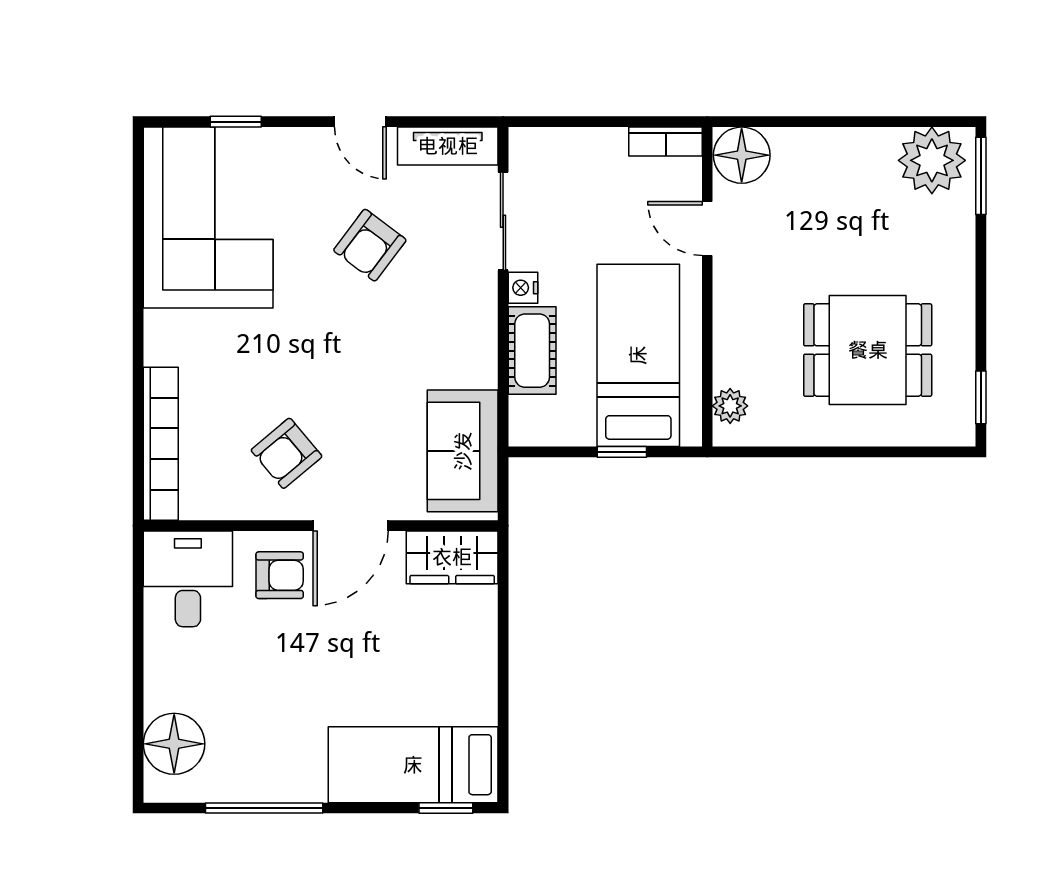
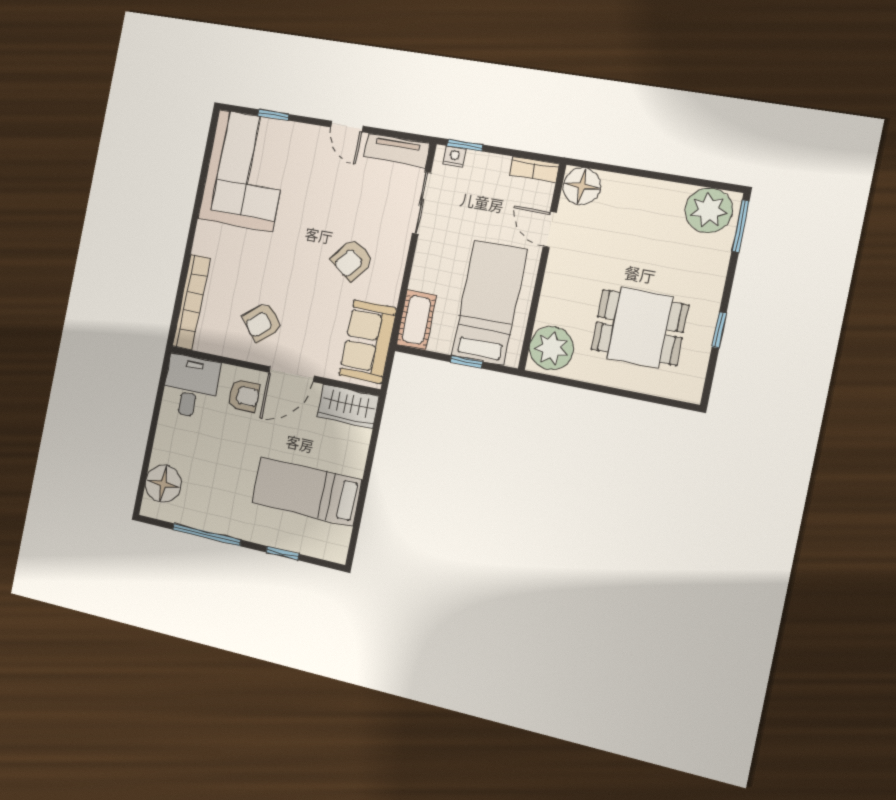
window: (553, 122) -> (465, 145), added
armchair: (370, 245) -> (352, 260), moved
nightstand: (523, 288) -> (454, 156), moved, turned 90
cot: (532, 351) -> (416, 320), moved
window: (981, 397) -> (719, 330), moved
plant: (730, 406) -> (551, 348), width x1.88, depth x1.88
bed: (413, 765) -> (307, 491), moved
window: (446, 808) -> (282, 553), moved

